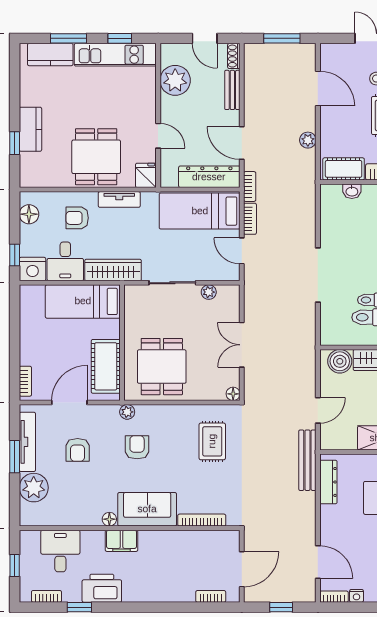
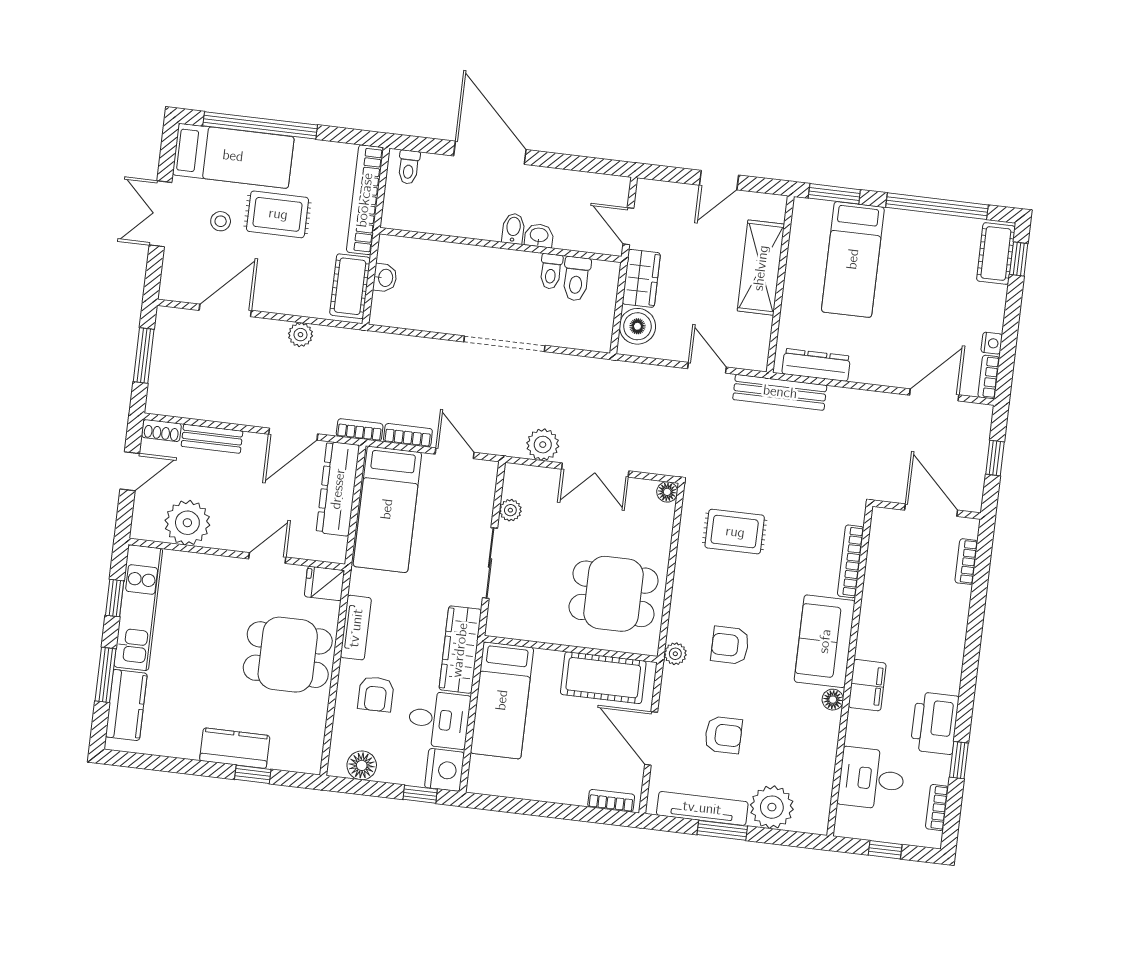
door: (242, 251) -> (455, 453), swing flipped
plant: (254, 308) -> (543, 445), added

